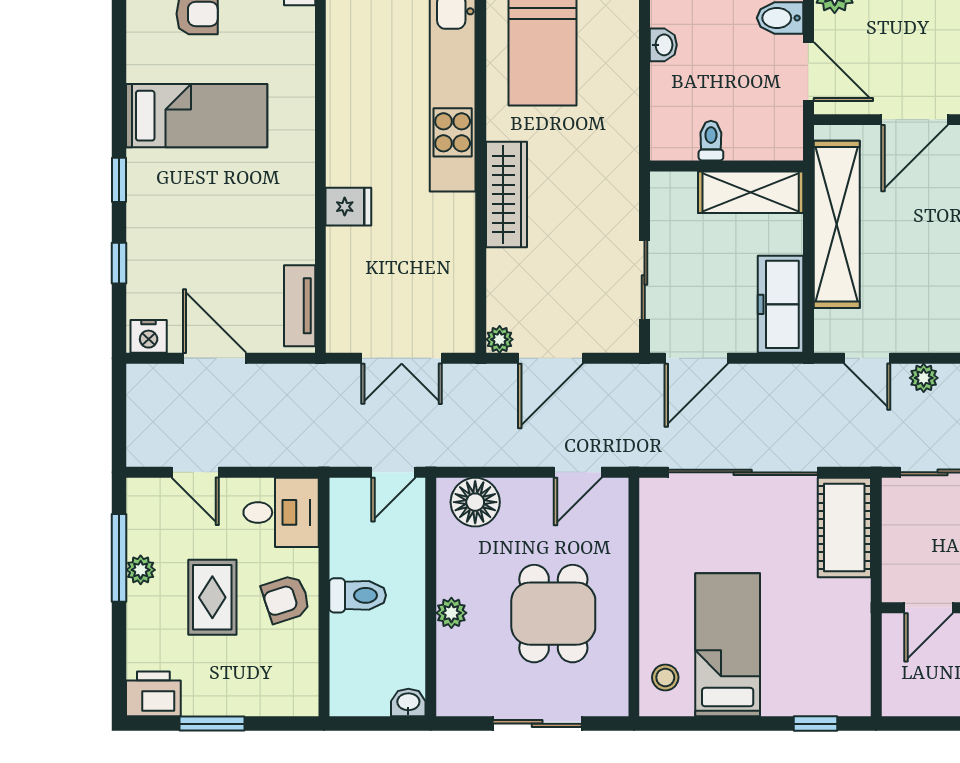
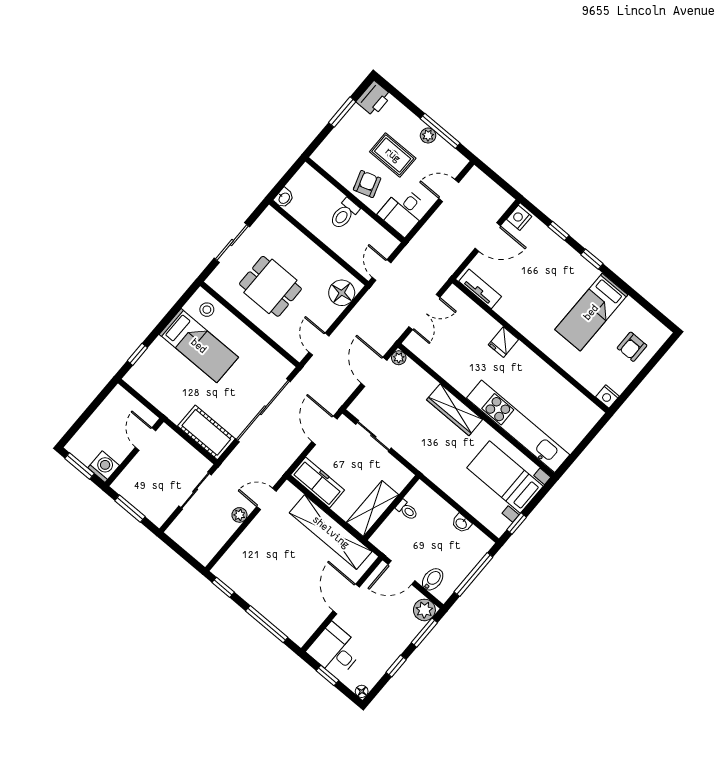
double door: (402, 358) -> (424, 312), swing flipped
plant: (451, 613) -> (305, 246), removed

